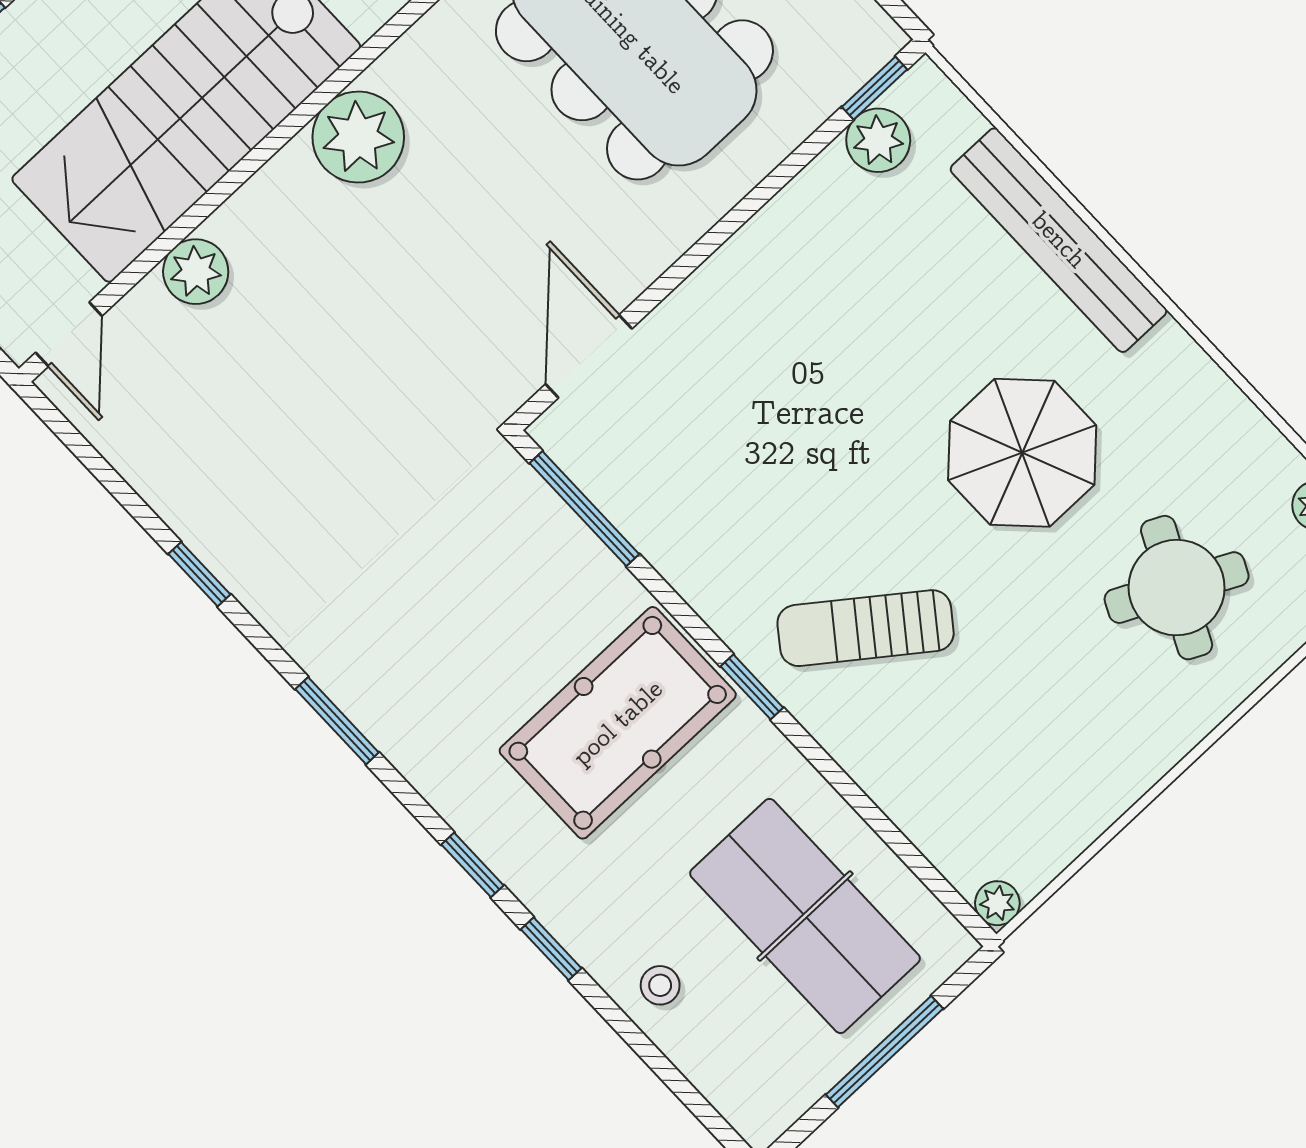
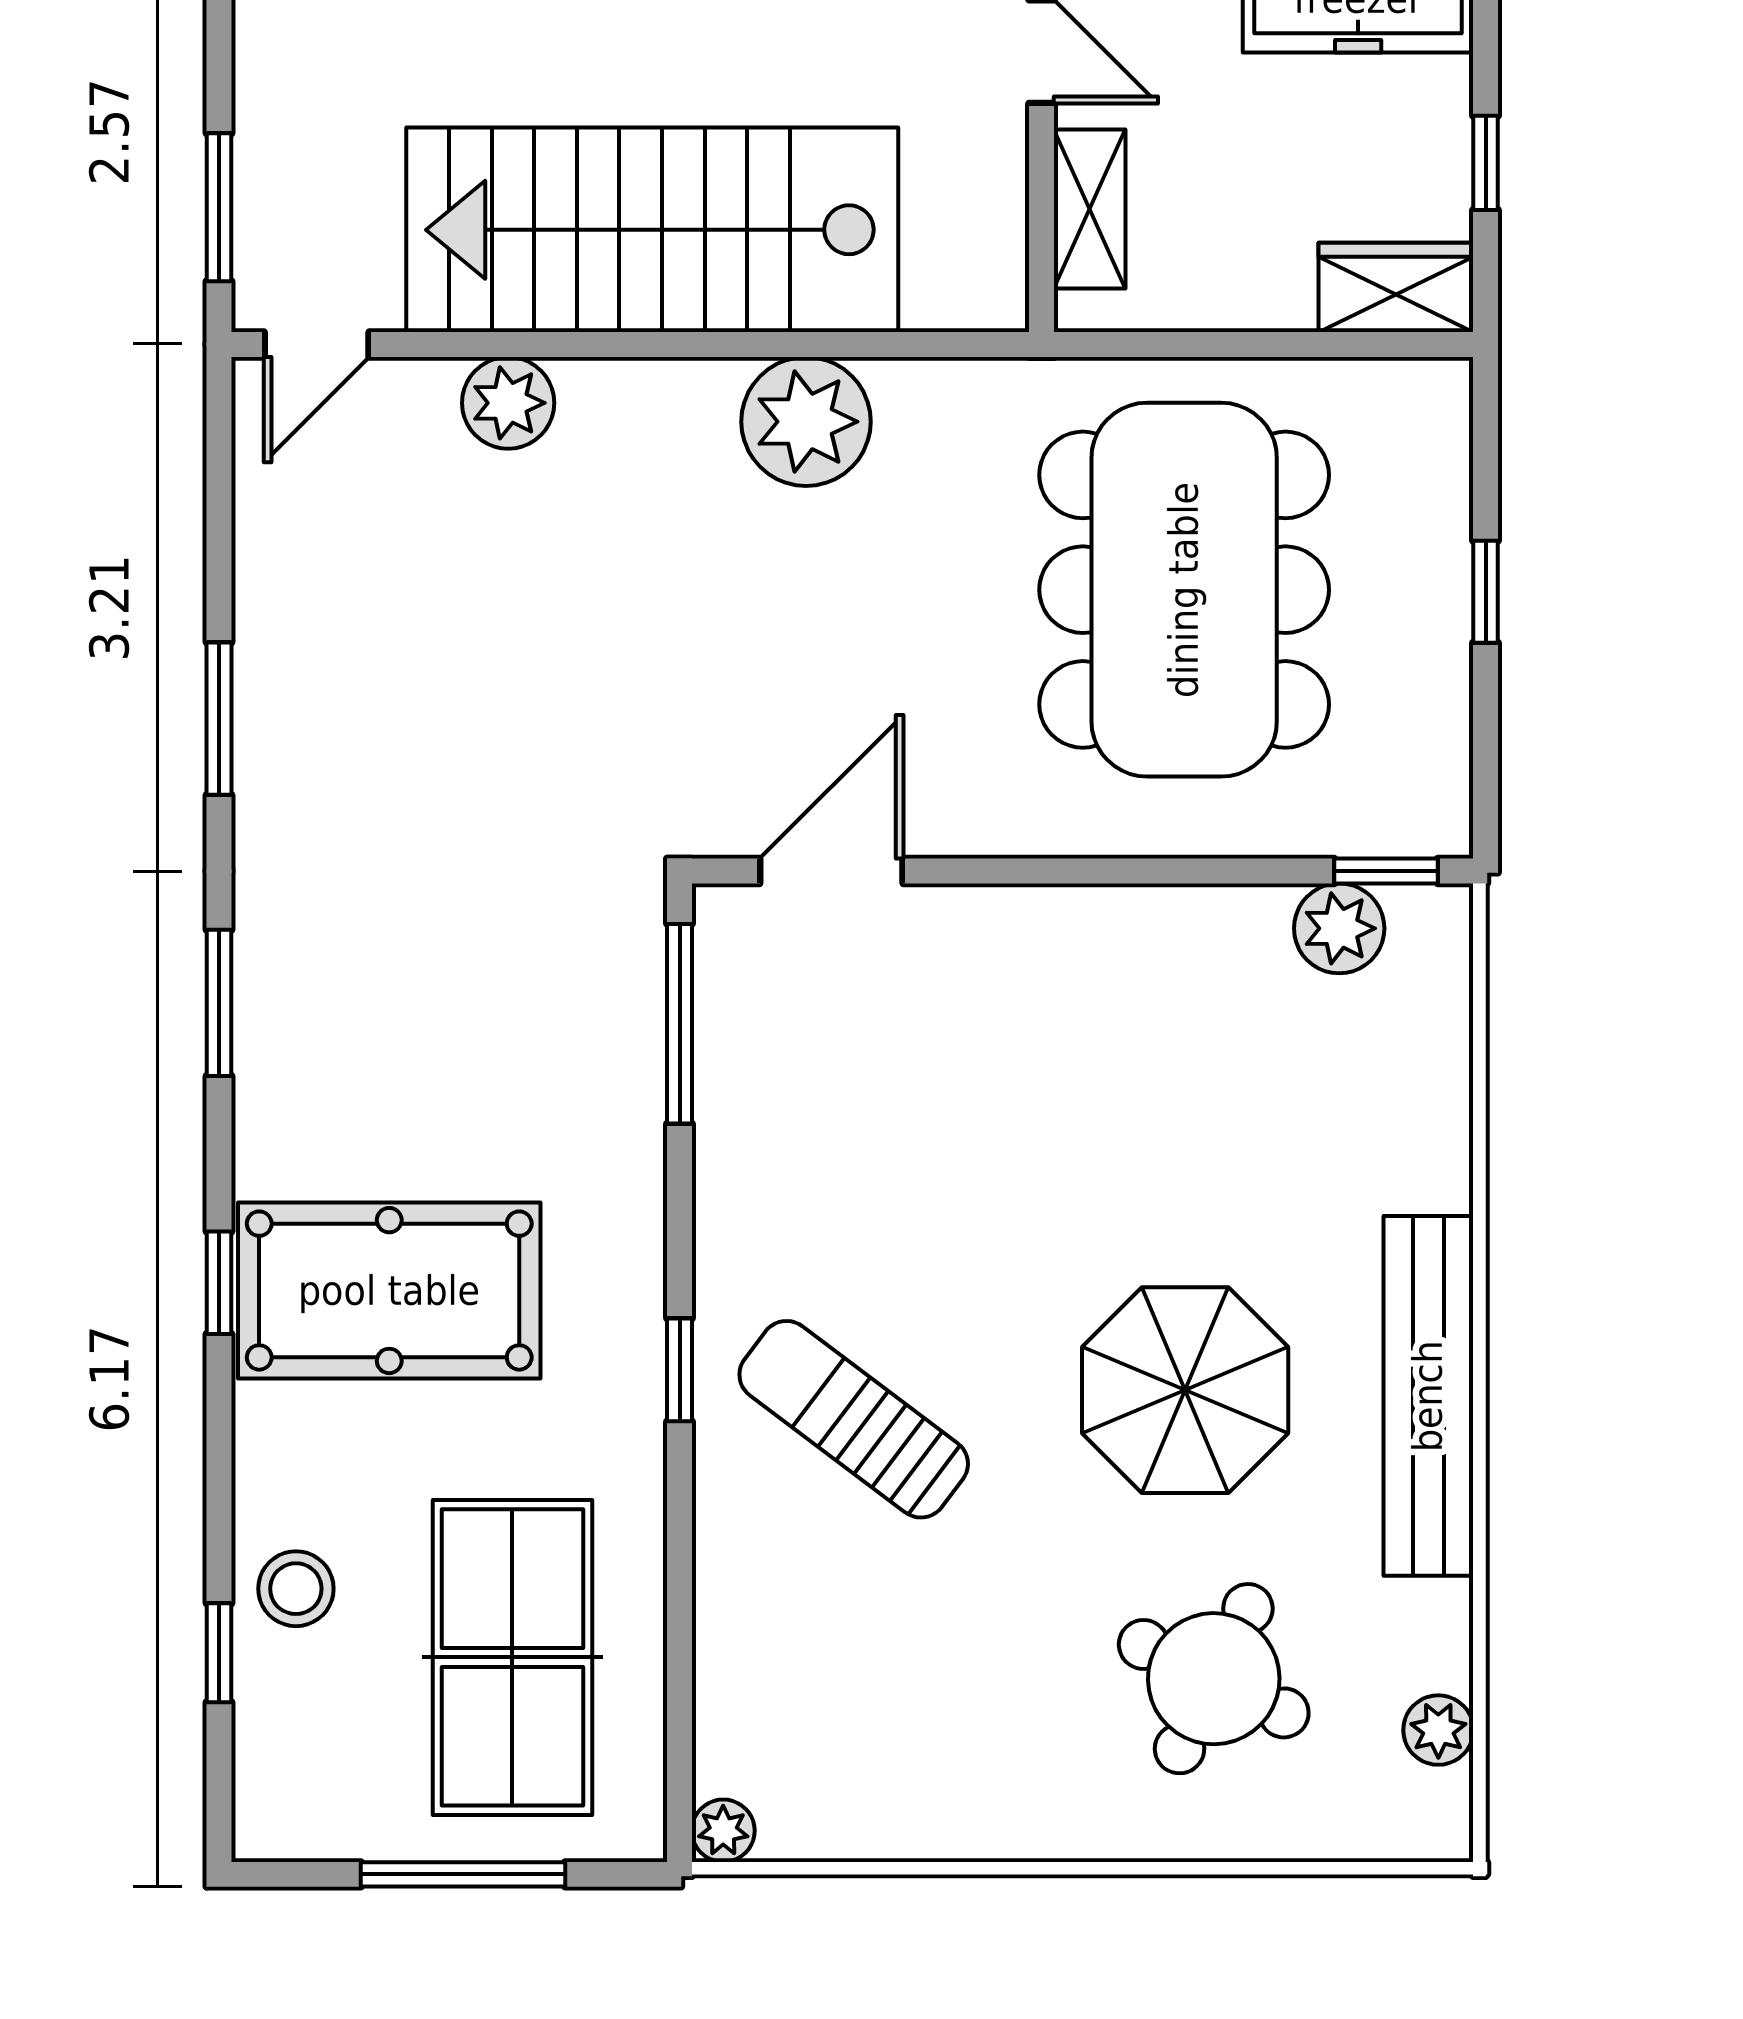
bench: (1059, 240) -> (1428, 1396), moved
window: (199, 574) -> (219, 719), width x1.50
pool table: (618, 723) -> (389, 1291), moved
window: (551, 949) -> (219, 1653), moved
stool: (660, 985) -> (296, 1589), width x1.37, depth x1.37

